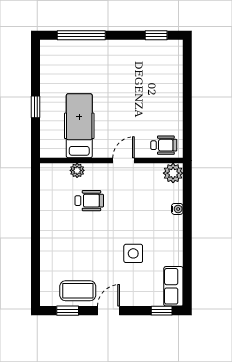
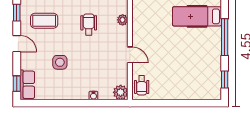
window: (81, 35) -> (225, 37), moved
hospital bed: (79, 126) -> (197, 16), moved, turned 180
wheelchair: (89, 201) -> (89, 25), moved, turned 180
row of seats: (173, 286) -> (27, 85), moved, turned 90
coffee table: (78, 291) -> (44, 21), moved, turned 90

